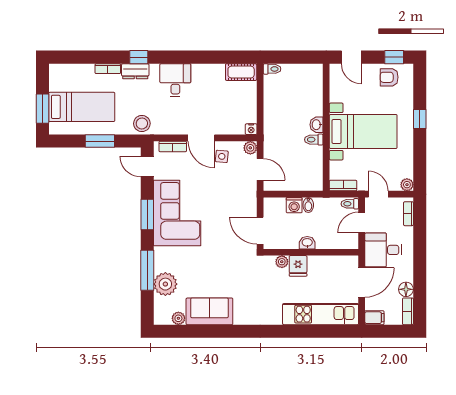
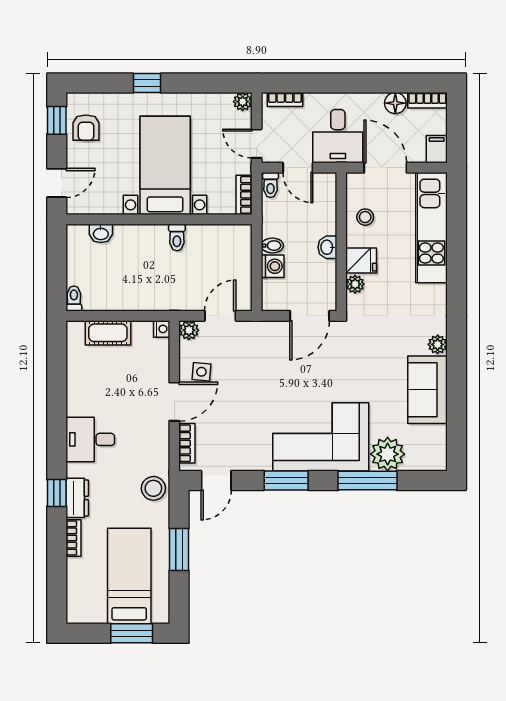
cot: (241, 72) -> (108, 333), moved, turned 90
washbasin: (317, 125) -> (101, 233), moved
door: (378, 194) -> (257, 144), hinge flipped
corner sofa: (177, 213) -> (321, 437), moved
stool: (328, 269) -> (365, 217), added
plant: (178, 318) -> (438, 344), moved

